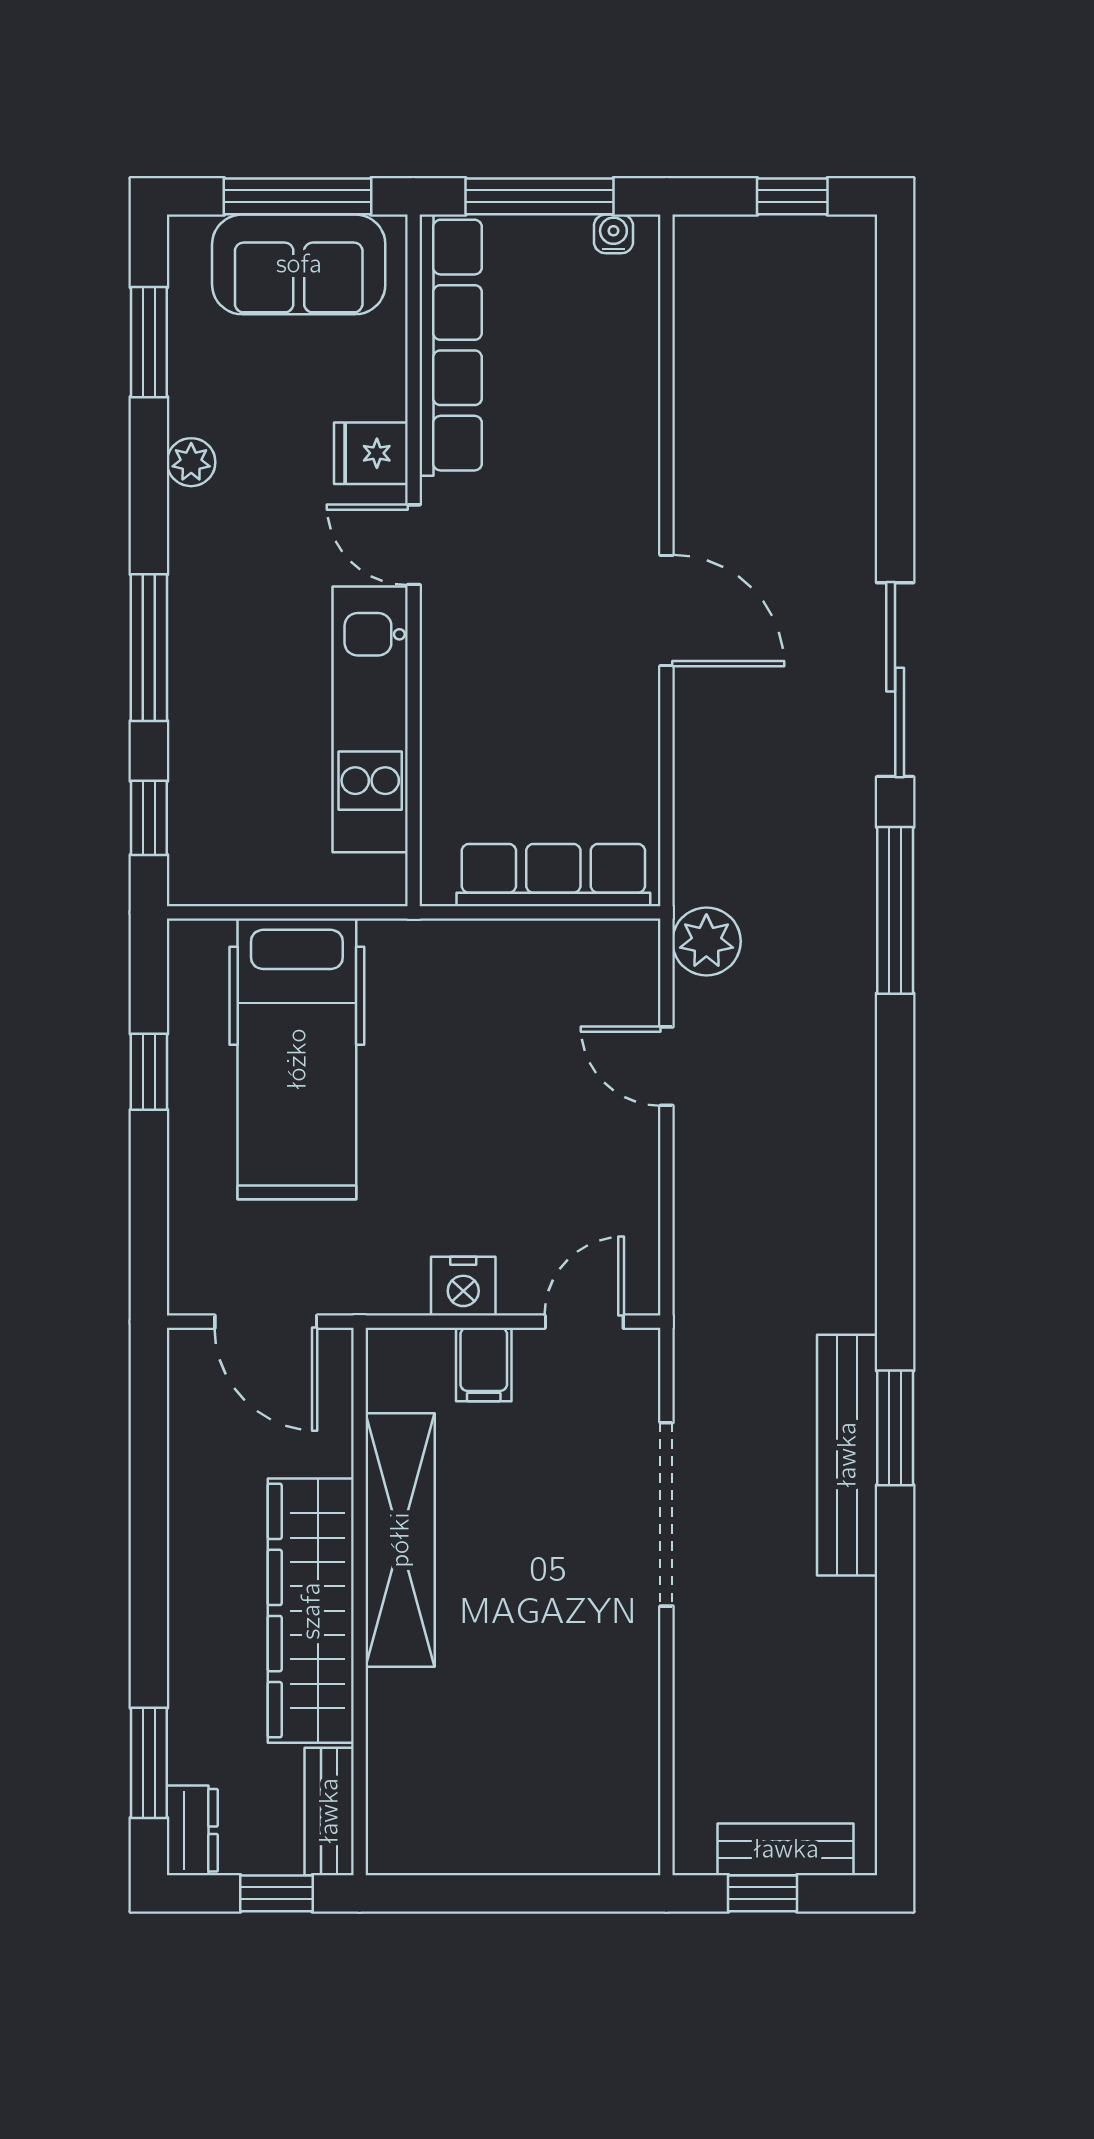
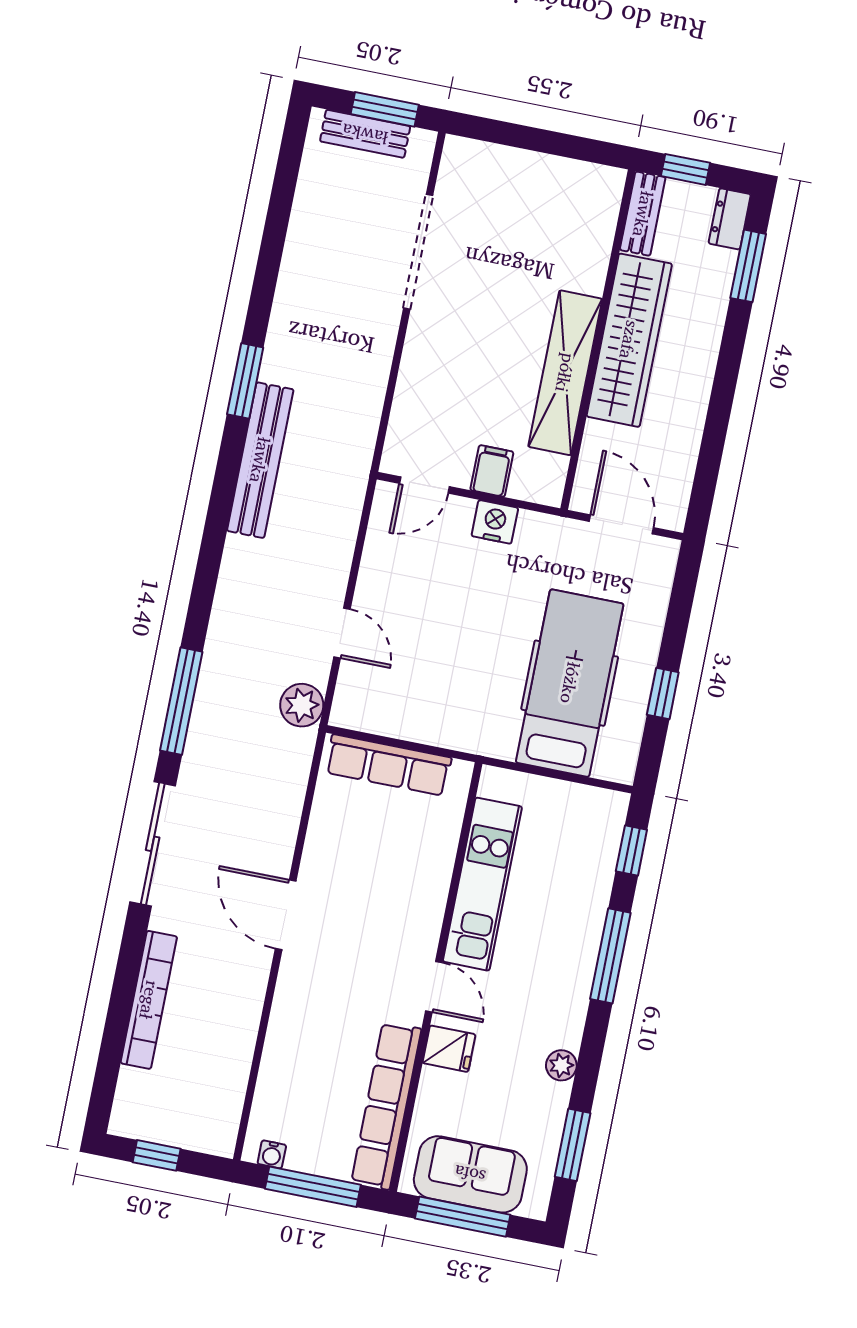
bookcase: (853, 436) -> (149, 1000), added
bench: (847, 1455) -> (260, 460), moved
doorway: (666, 1514) -> (418, 252), moved
window: (763, 1893) -> (385, 109), width x1.50

